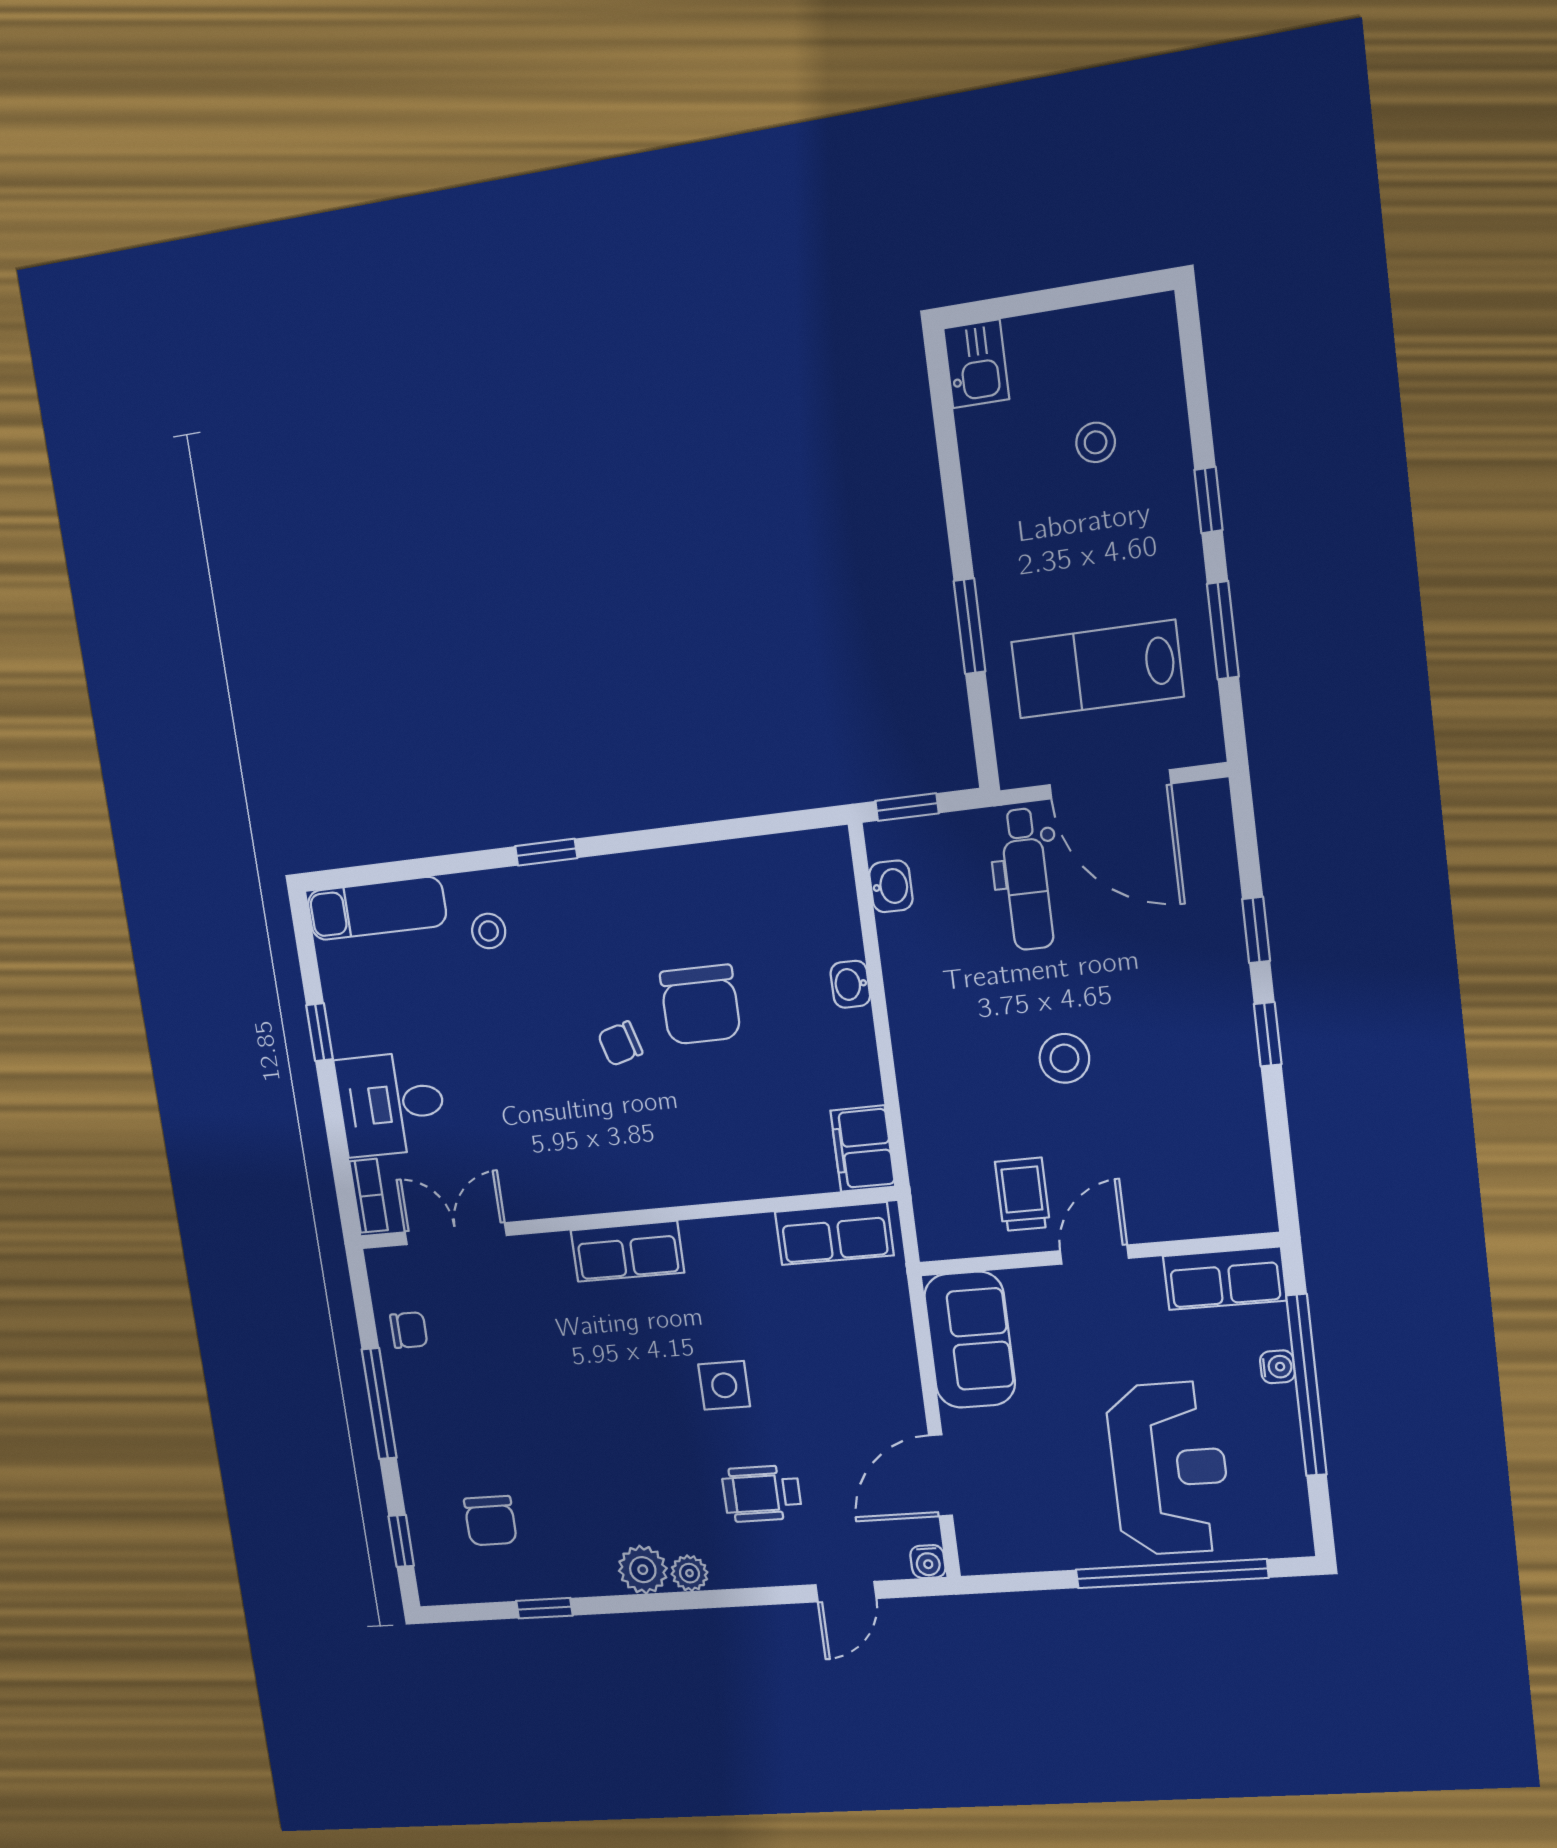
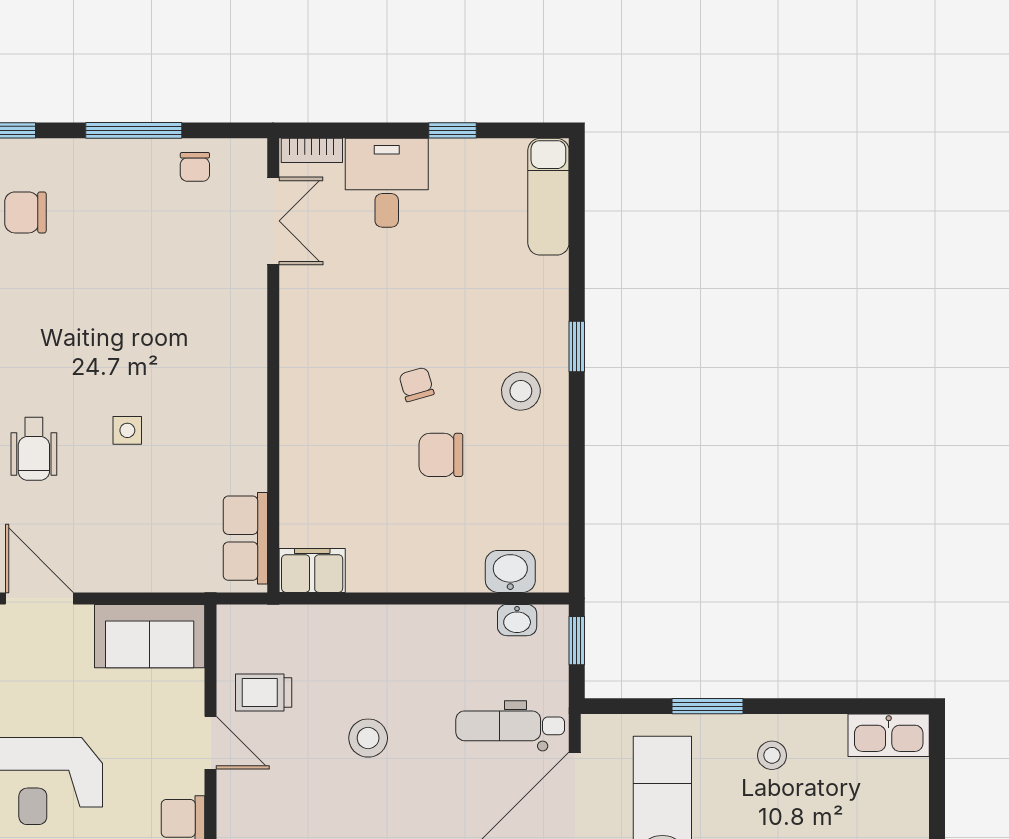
kitchen sink: (976, 364) -> (889, 735), width x1.38
stool: (1096, 442) -> (772, 755), moved
stool: (489, 931) -> (521, 391), moved, width x1.37, depth x1.37
washbasin: (850, 984) -> (510, 571), moved, width x1.38, depth x1.45
chair: (700, 1005) -> (441, 455), width x0.73, depth x0.73
trolley: (1023, 1194) -> (264, 692), turned 180
row of seats: (627, 1251) -> (246, 365), removed
side table: (724, 1385) -> (127, 430), width x0.73, depth x0.73
wheelchair: (762, 1493) -> (34, 449), turned 180

